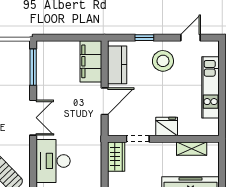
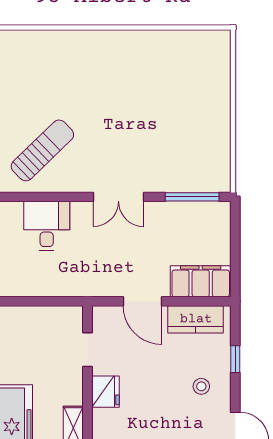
stool: (163, 61) -> (201, 386), width x0.53, depth x0.53
wardrobe: (116, 157) -> (62, 318), removed
desk: (53, 161) -> (47, 226), width x0.73

